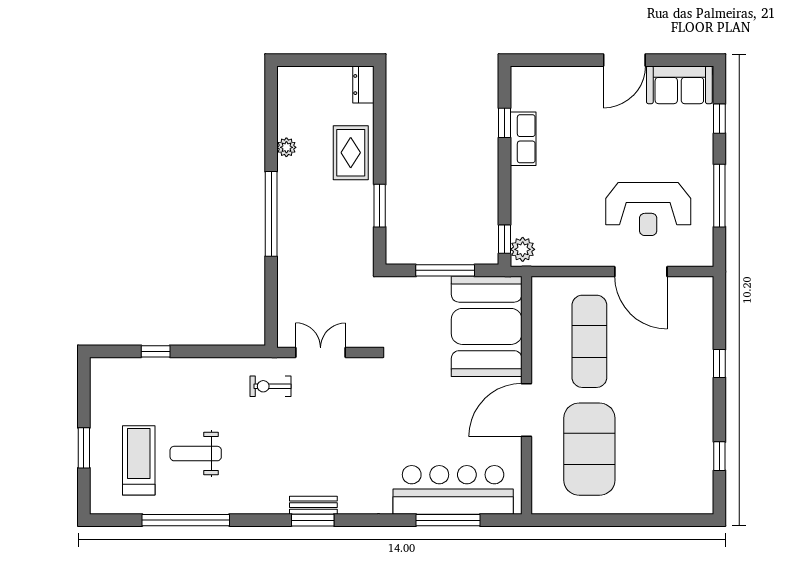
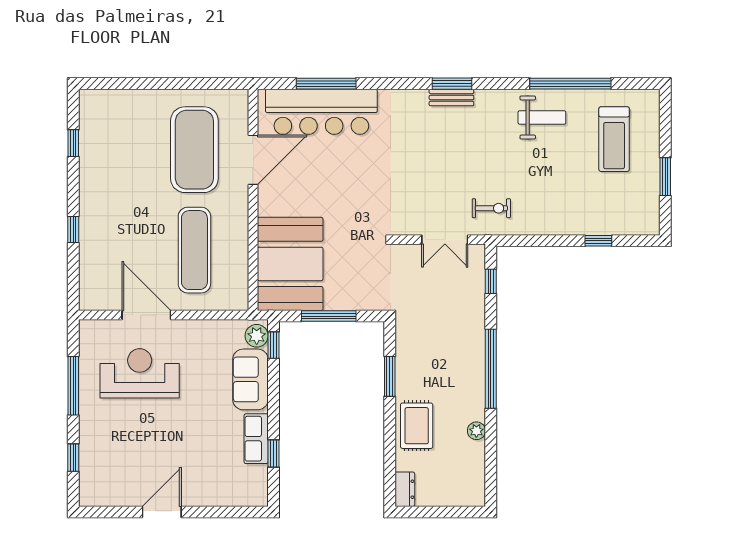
sofa: (679, 85) -> (250, 379), moved, turned -90
window: (271, 308) -> (491, 281), added
door: (526, 410) -> (253, 160), moved
window: (84, 448) -> (665, 177), moved
weight bench: (196, 454) -> (542, 117), moved

